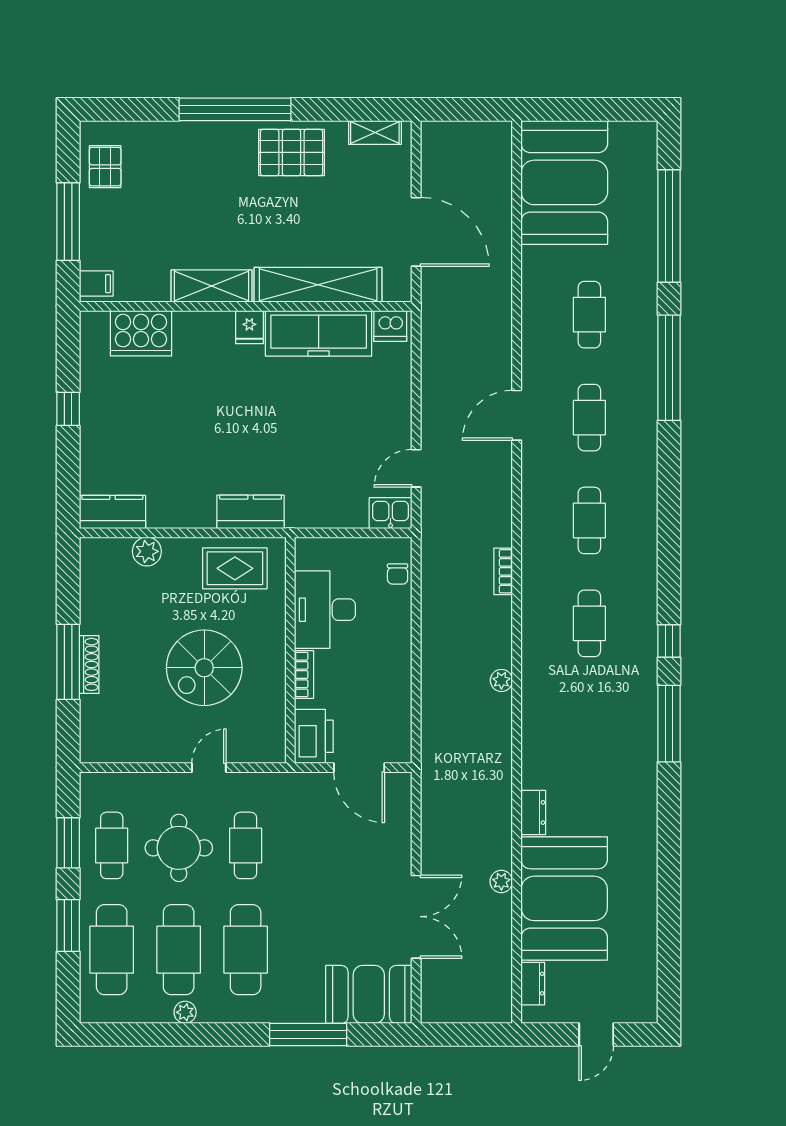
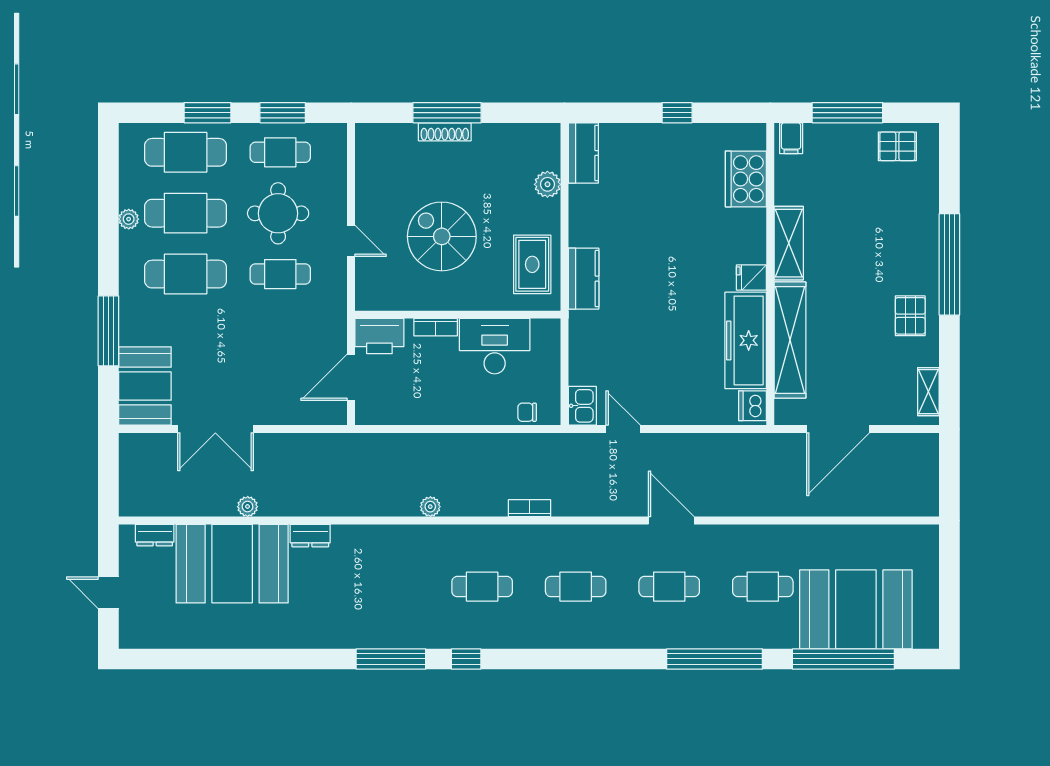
pallet: (292, 152) -> (910, 316), width x0.67, depth x0.71
booth: (564, 182) -> (856, 609), moved

